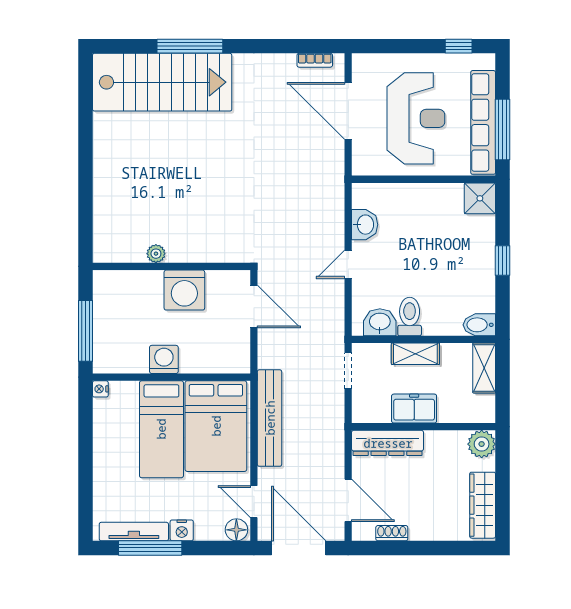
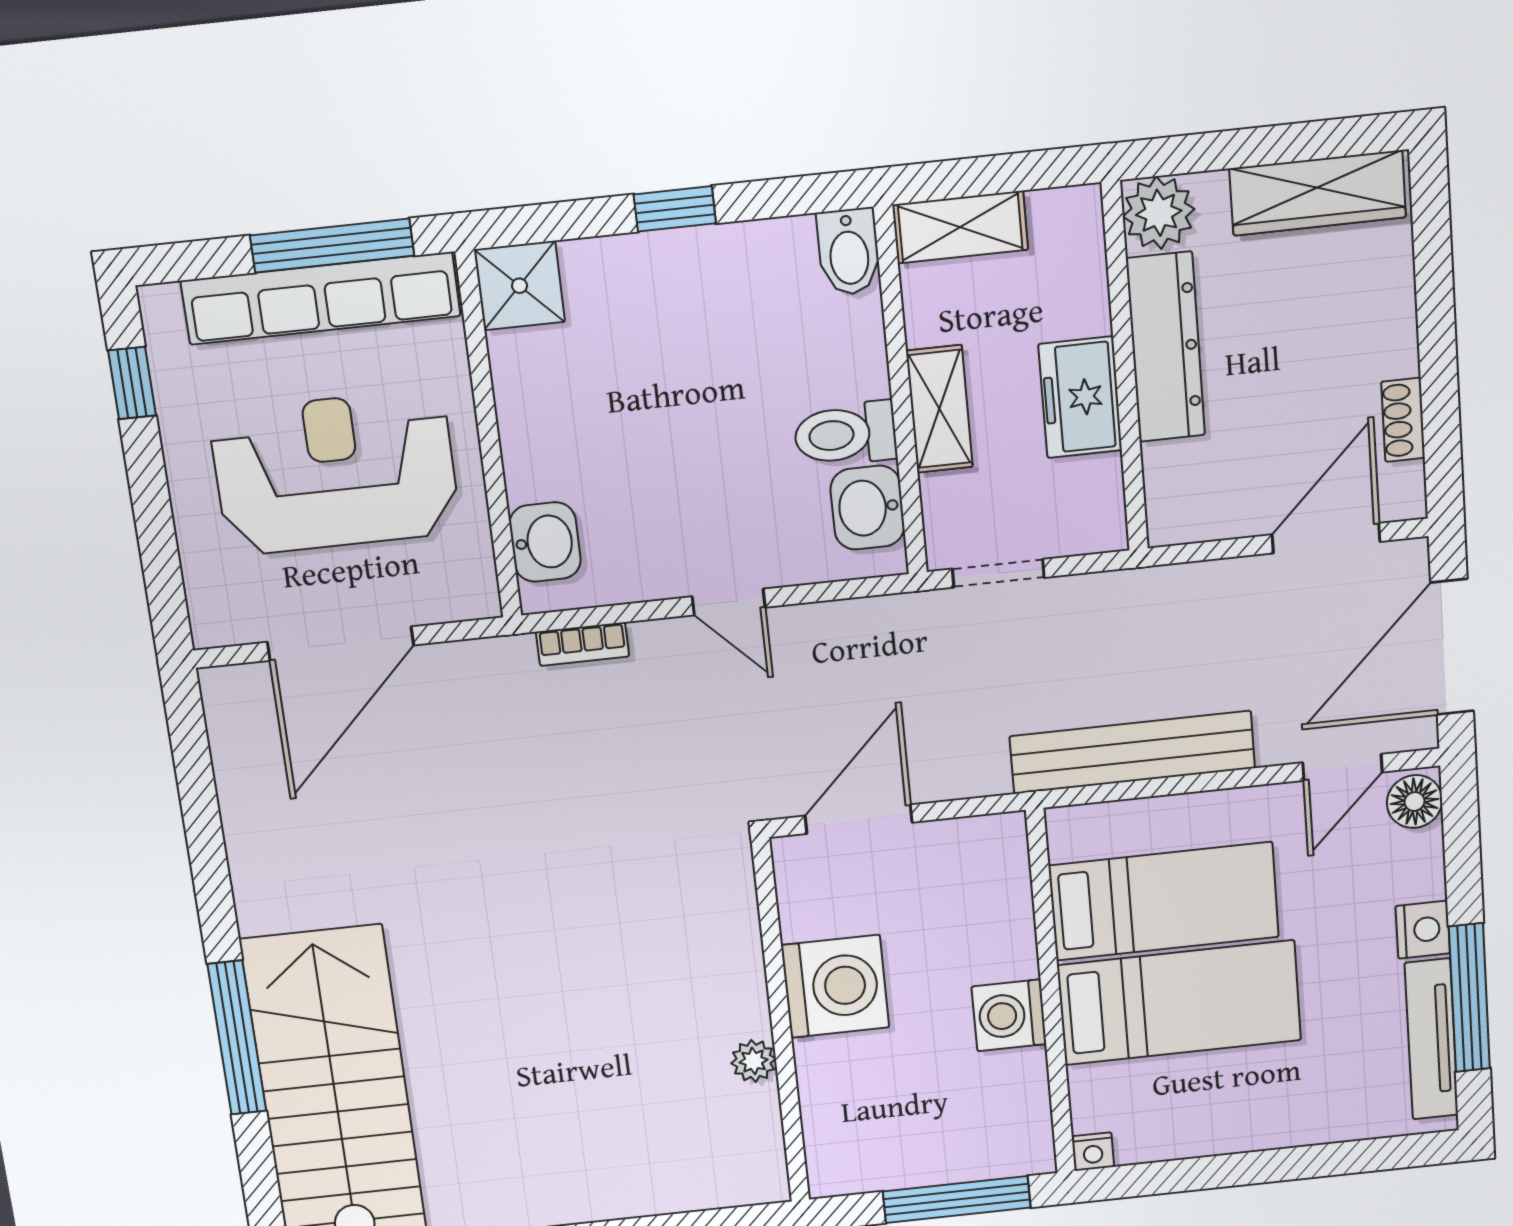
bookcase: (315, 60) -> (583, 644), moved, turned 90
washbasin: (365, 225) -> (545, 542), moved, turned 90
bed: (216, 426) -> (1164, 901), width x0.67
dresser: (388, 443) -> (1166, 347), moved

